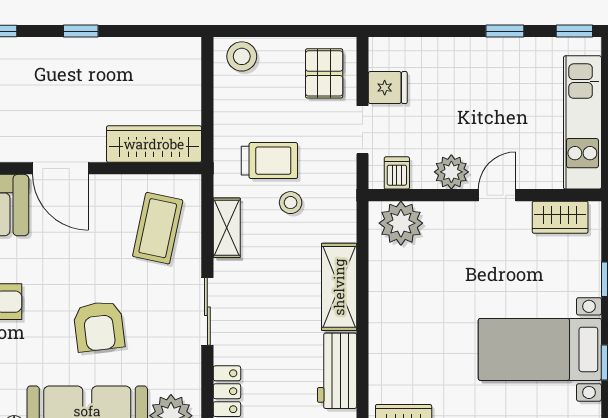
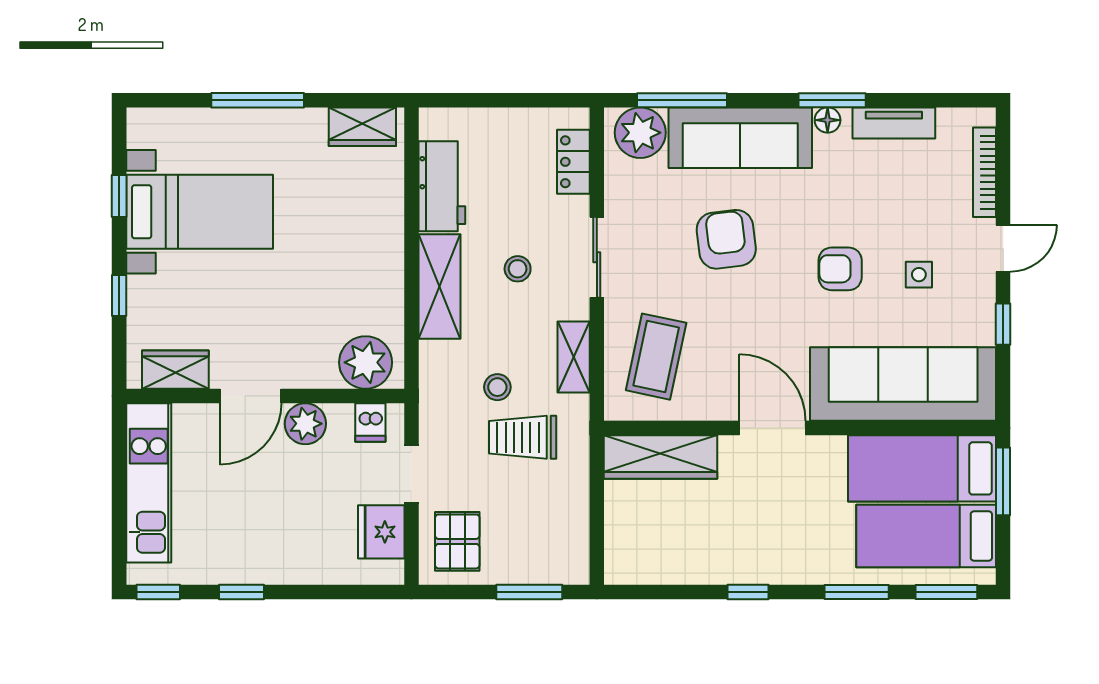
window: (264, 31) -> (529, 592), added
stool: (242, 56) -> (518, 269), moved, width x0.73, depth x0.73
fridge: (388, 88) -> (381, 532), width x1.38
door: (497, 195) -> (251, 396), width x1.38

